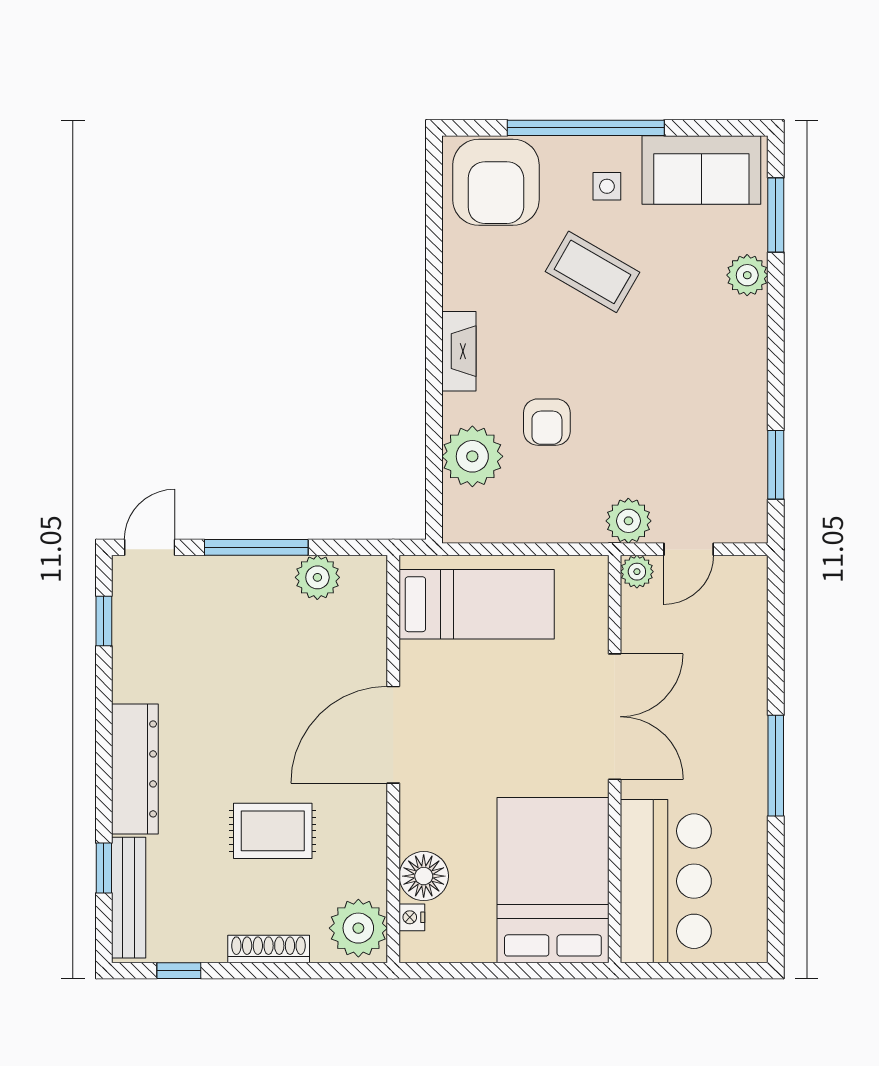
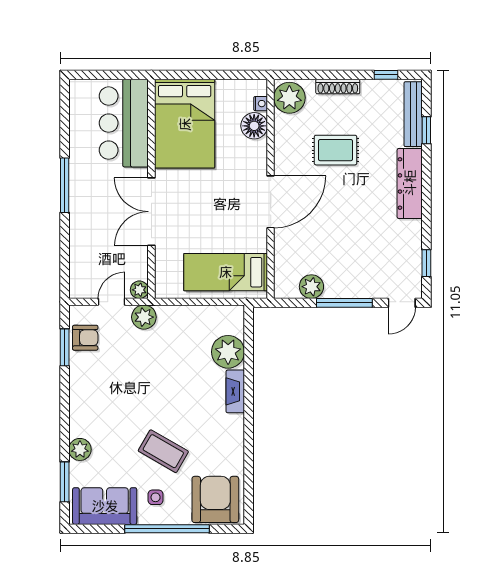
fireplace: (459, 351) -> (235, 391), moved
armchair: (547, 422) -> (85, 338), moved, turned 90

